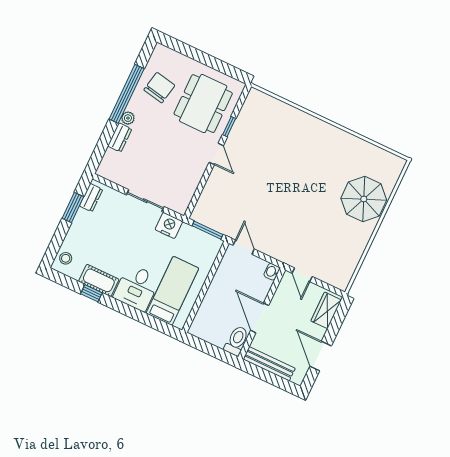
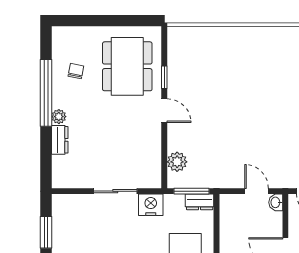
chair: (159, 88) -> (76, 71), width x0.54, depth x0.54
dresser: (91, 198) -> (200, 202), moved, turned 90
plant: (207, 201) -> (177, 162), added
door: (244, 247) -> (257, 191), moved

